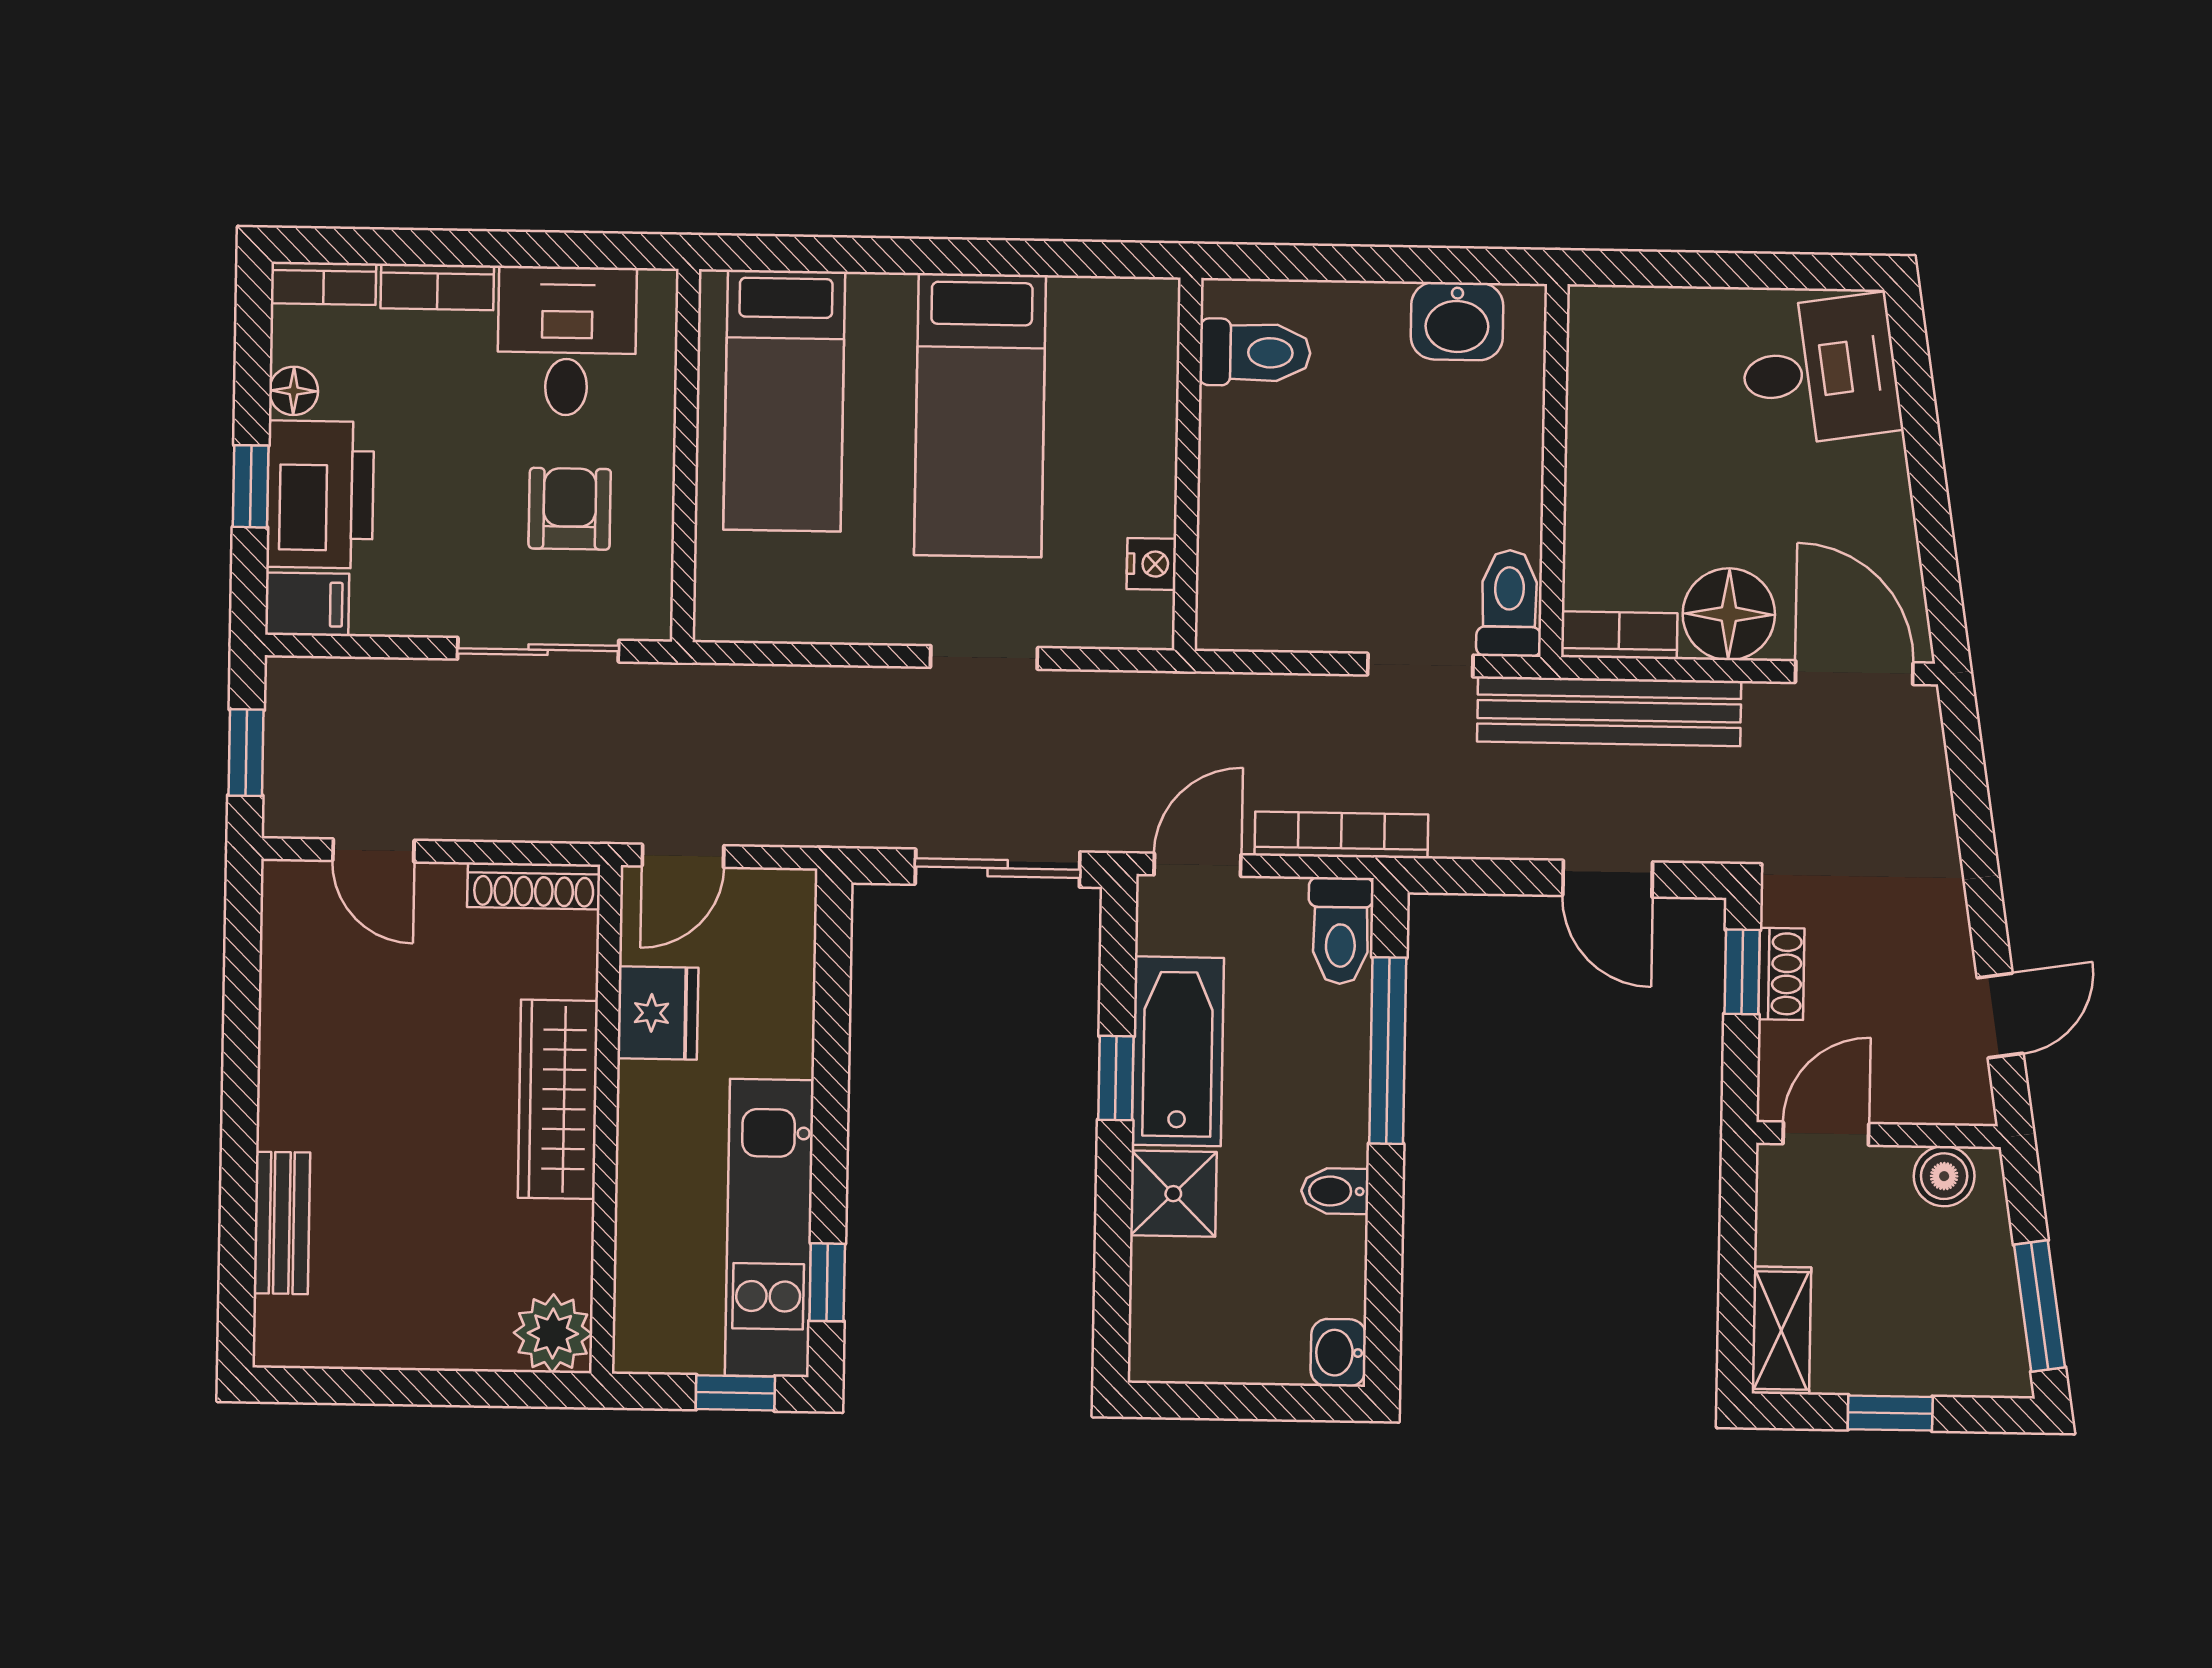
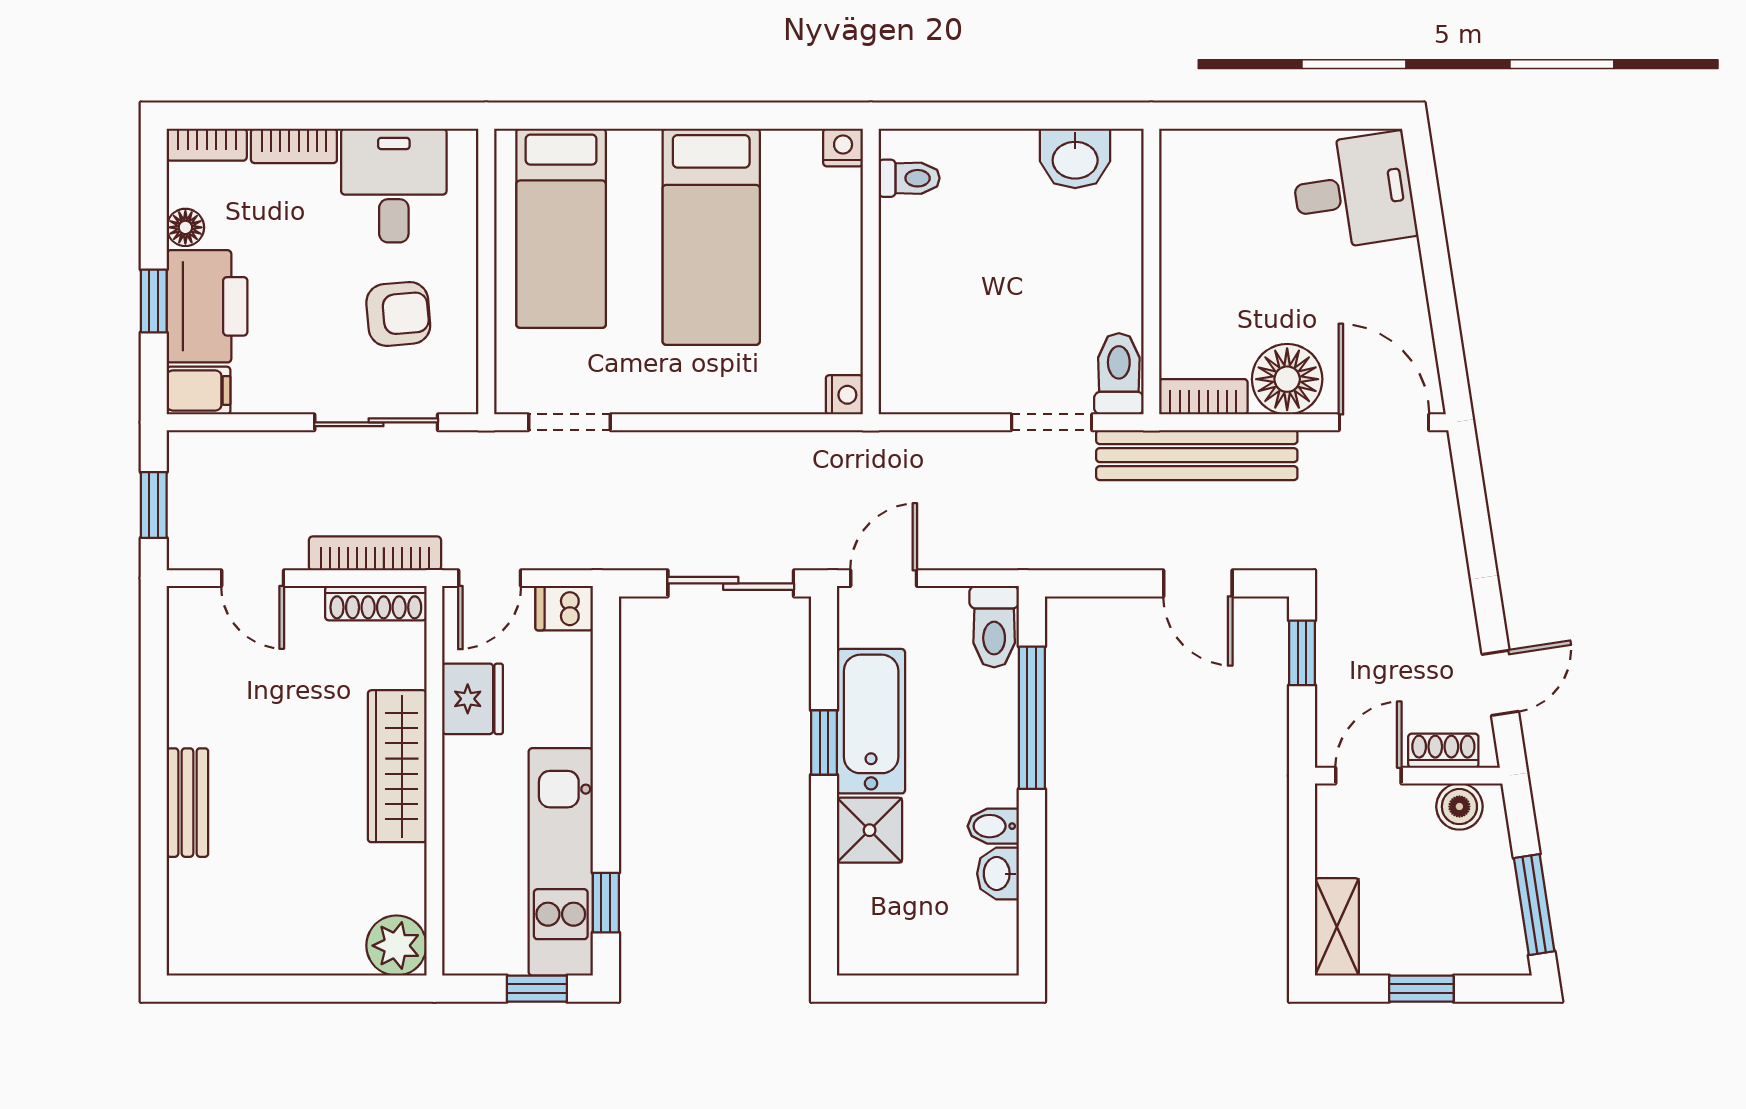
nightstand: (1154, 302) -> (843, 148), added
toilet: (1255, 353) -> (909, 178), width x0.73, depth x0.72
armchair: (570, 509) -> (398, 314), turned 85
nightstand: (1151, 564) -> (844, 395), moved
doorway: (984, 657) -> (569, 422), moved
bookcase: (1341, 835) -> (375, 553), moved
dishwasher: (779, 897) -> (564, 608), added
shoe rack: (1781, 974) -> (1443, 751), moved, turned -90
bench: (282, 1223) -> (187, 803), moved
washbasin: (1338, 1353) -> (998, 874), moved

